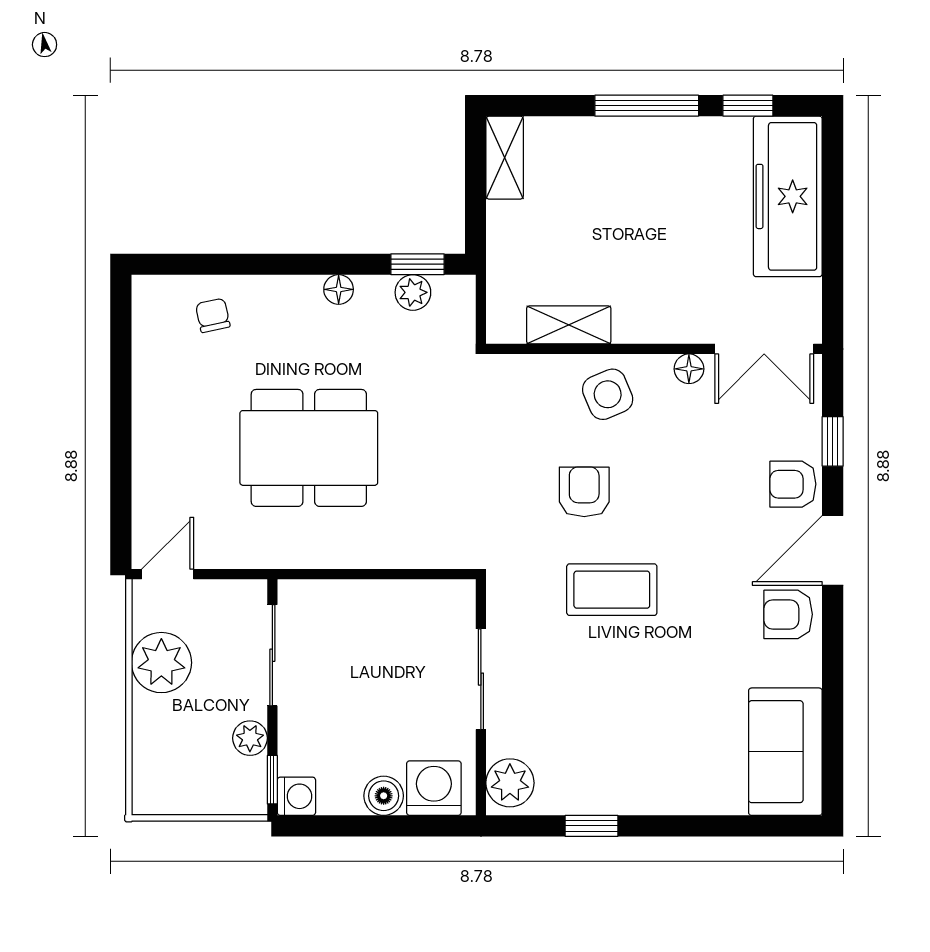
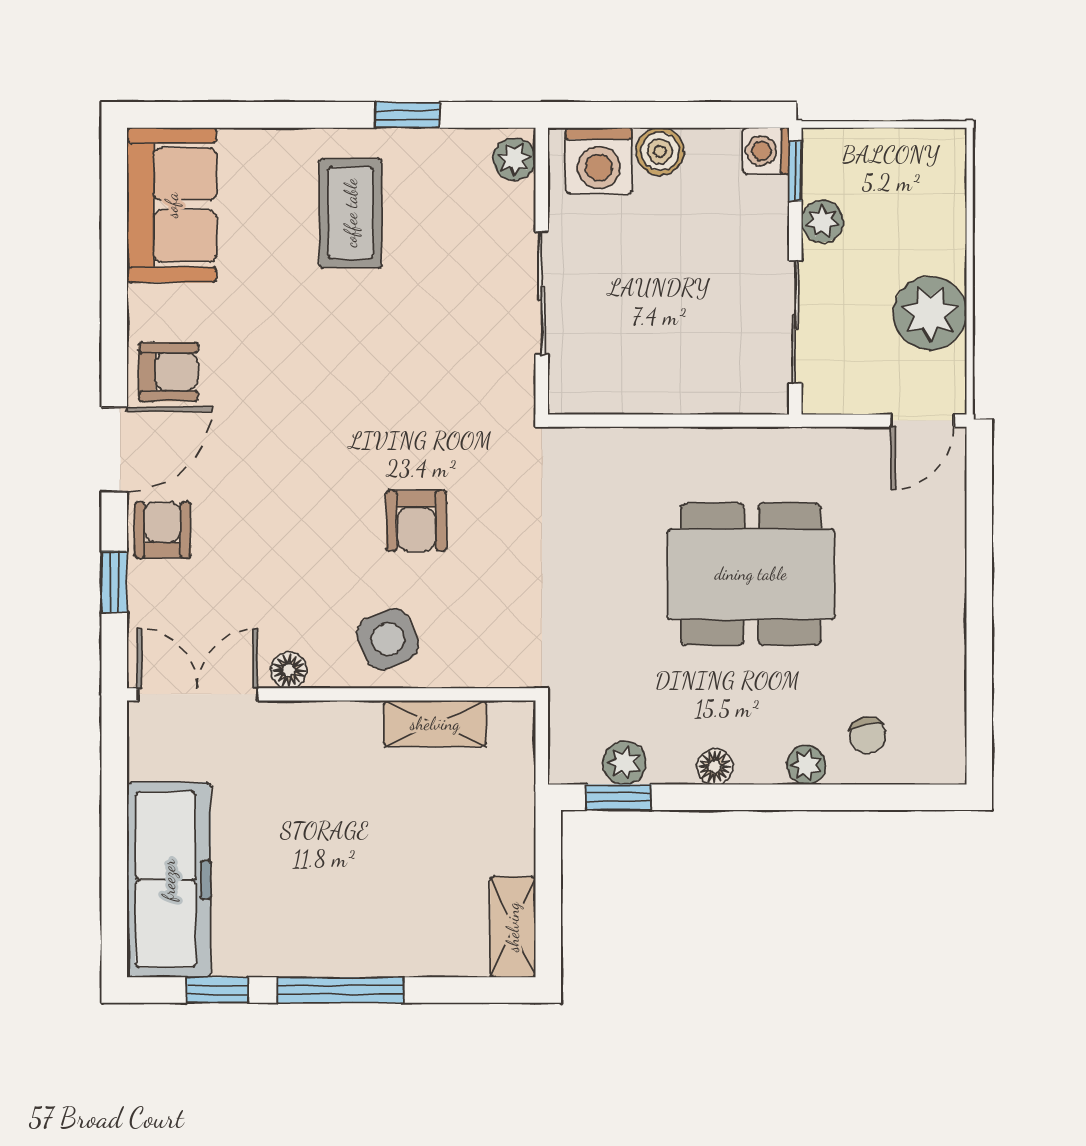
plant: (263, 291) -> (806, 765), added
armchair: (793, 484) -> (163, 530), turned -90
coffee table: (612, 590) -> (351, 213), moved, turned 90
plant: (510, 783) -> (514, 159), width x0.73, depth x0.73

